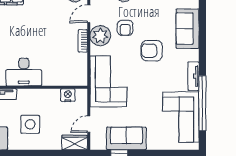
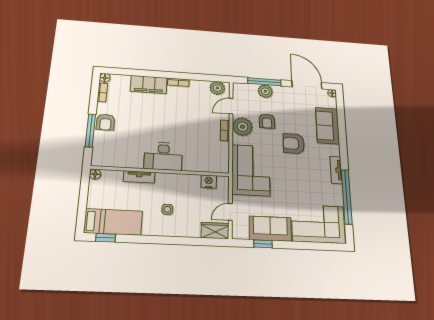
corner sofa: (181, 117) -> (318, 224), moved, turned 90
side table: (30, 124) -> (167, 209), width x0.54, depth x0.54

